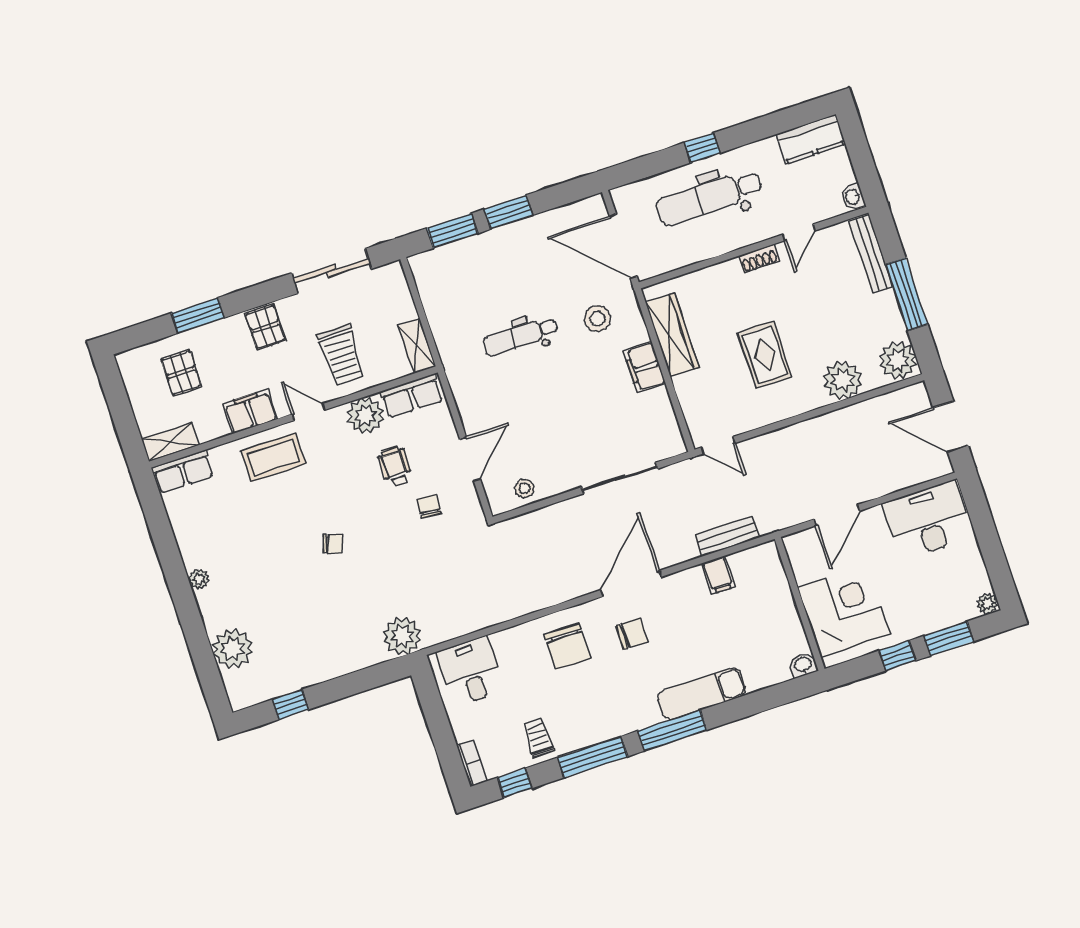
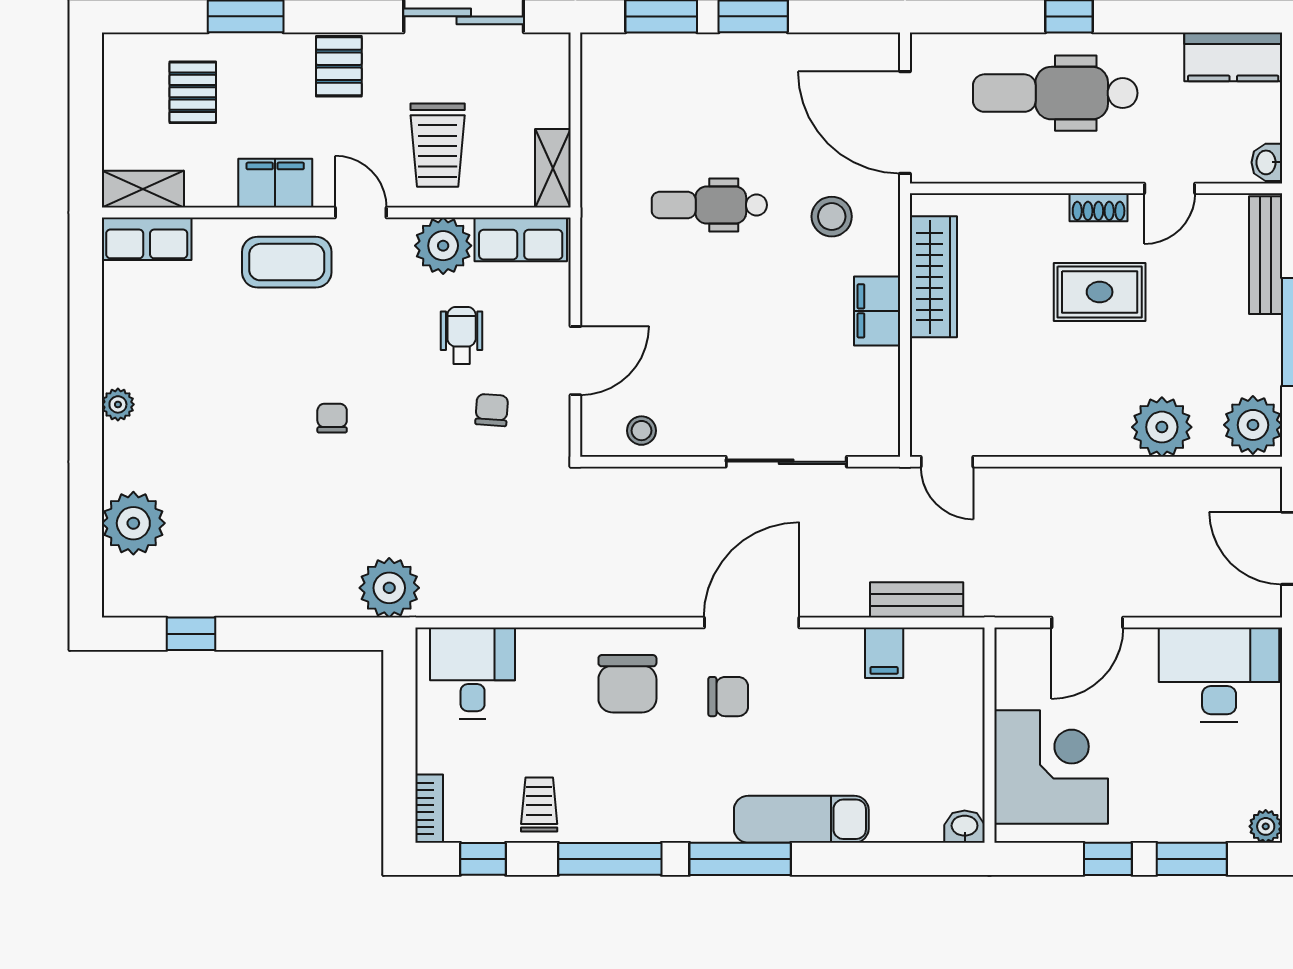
rug: (765, 355) -> (1100, 292), moved, turned 90
chair: (333, 544) -> (332, 418), turned -110

